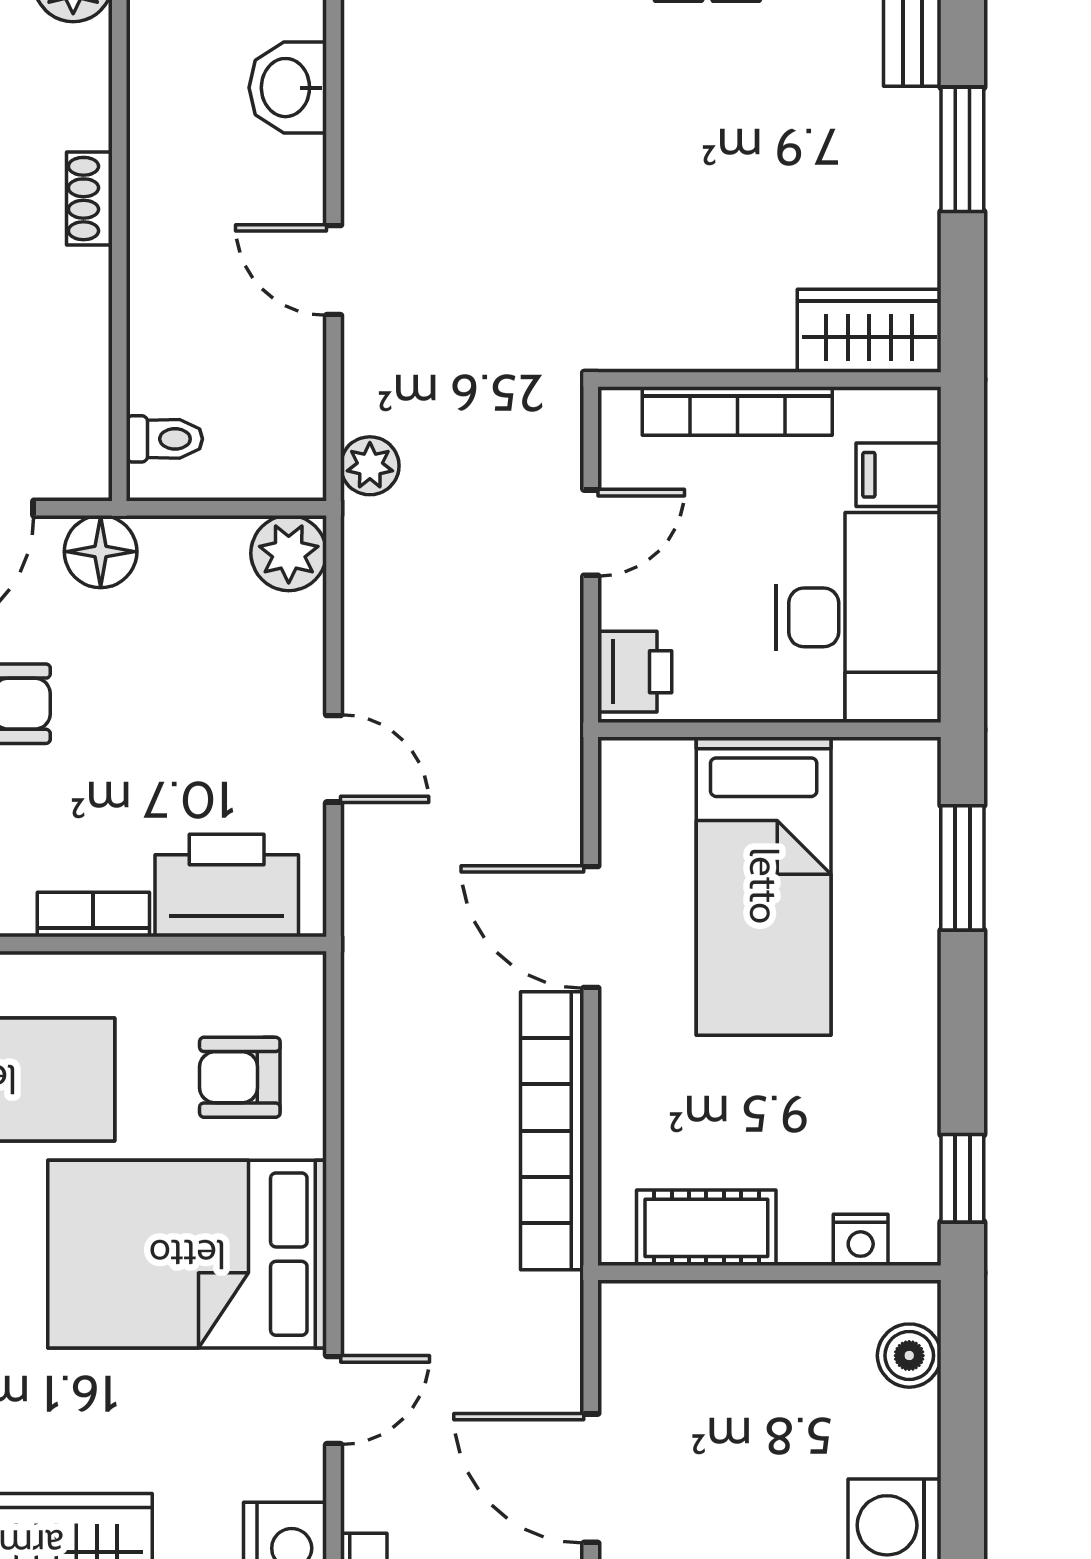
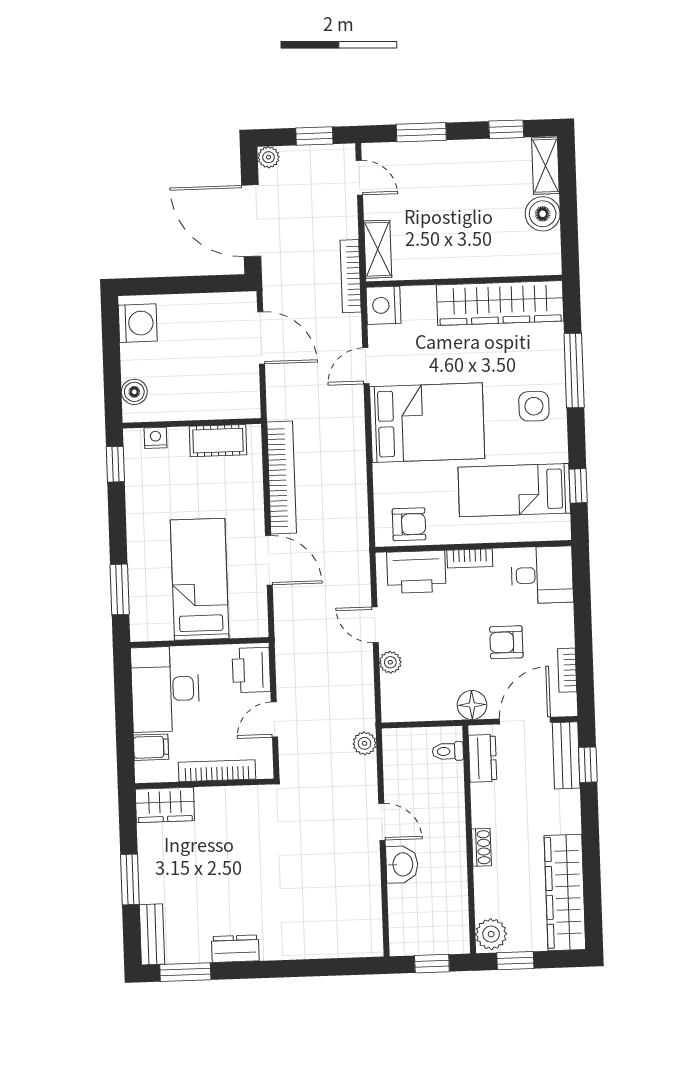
washbasin: (288, 88) -> (402, 864), moved
dresser: (79, 419) -> (483, 758), added
plant: (289, 553) -> (390, 662), moved, width x0.73, depth x0.73
printer: (635, 672) -> (251, 670), width x1.36, depth x1.24
armchair: (240, 1077) -> (409, 524), moved

